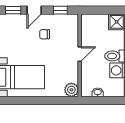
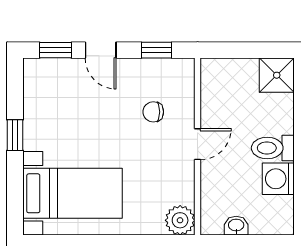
door: (34, 10) -> (101, 50), hinge flipped
chair: (45, 34) -> (153, 112), moved

